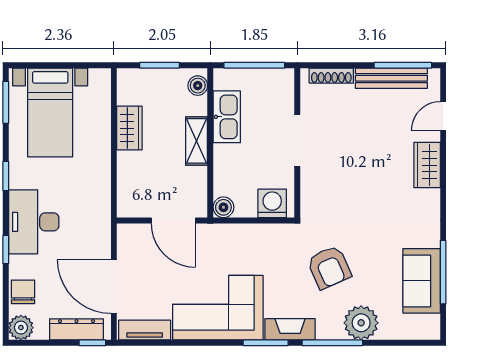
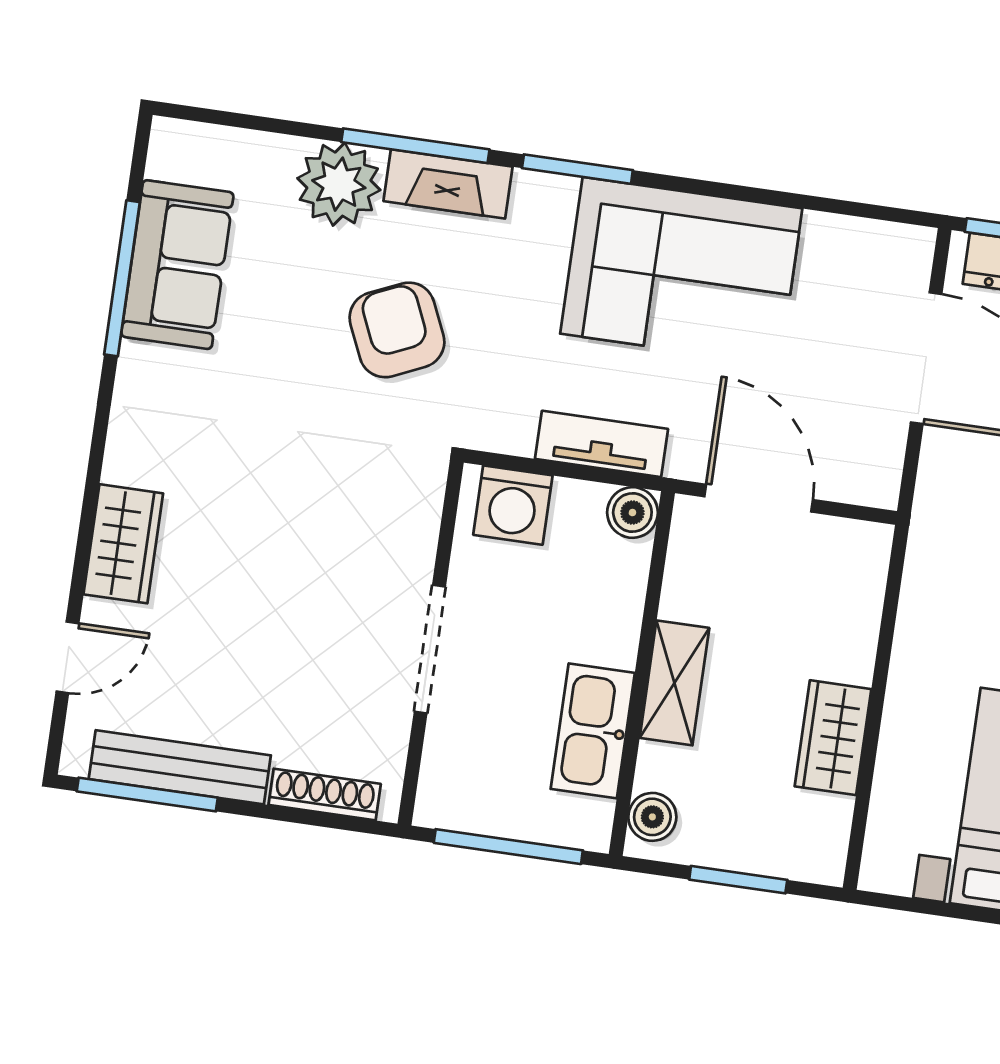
fireplace: (290, 329) -> (448, 184), moved
tv unit: (145, 330) -> (602, 444), moved, turned 180

